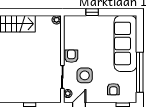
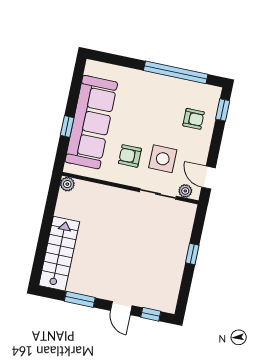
sofa: (125, 43) -> (91, 122), moved, turned -90
armchair: (71, 56) -> (130, 156), moved

